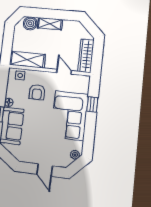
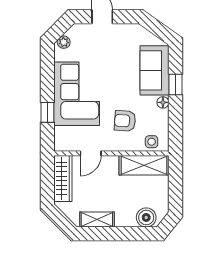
shelving: (50, 24) -> (97, 219), moved
door: (64, 72) -> (91, 153), hinge flipped
armchair: (37, 92) -> (125, 121), turned -86

